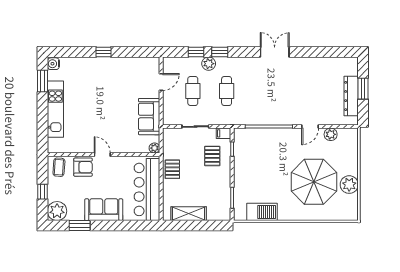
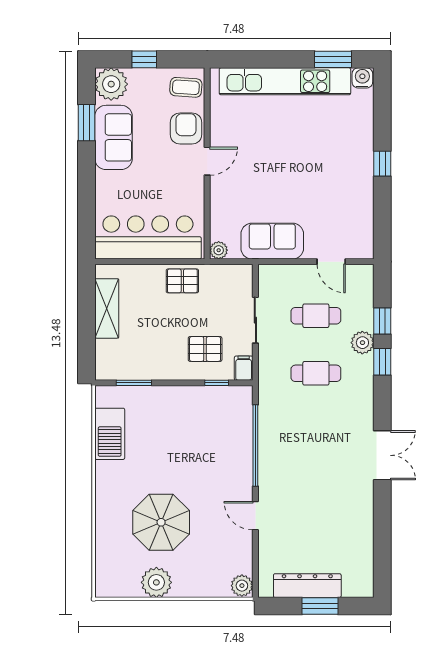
kitchen unit: (55, 109) -> (285, 81), width x1.36
plant: (331, 134) -> (242, 586), moved
armchair: (83, 167) -> (186, 128), turned 180
parasol: (314, 182) -> (161, 522), width x0.73, depth x0.73
sofa: (104, 210) -> (113, 137), moved

